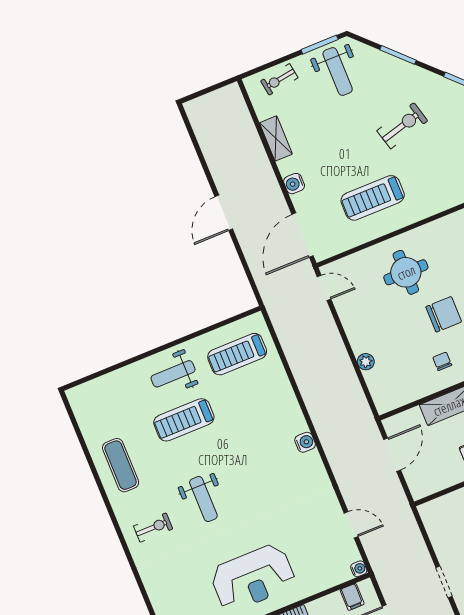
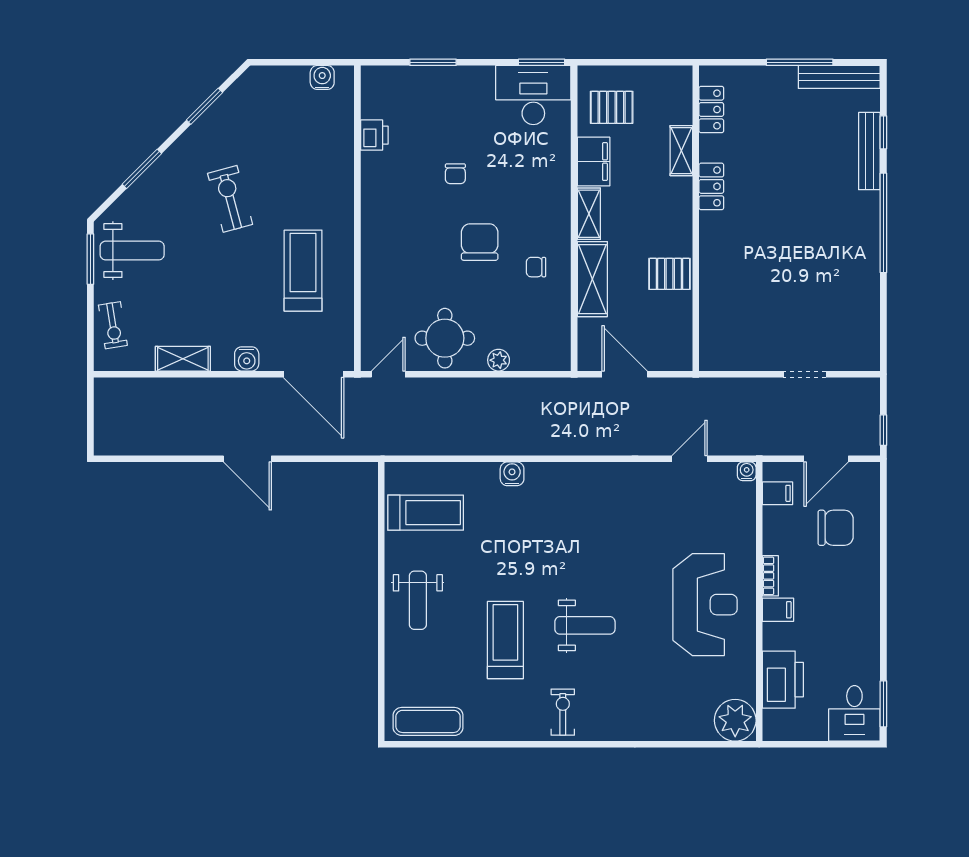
treadmill: (373, 198) -> (303, 271), turned 180
round table: (406, 272) -> (445, 338), moved
treadmill: (237, 354) -> (426, 513), turned -90
treadmill: (184, 420) -> (505, 640), moved, turned 180
water cooler: (305, 442) -> (512, 474), moved
exercise mat: (121, 465) -> (428, 721), moved
exercise bike: (153, 527) -> (563, 712), moved

